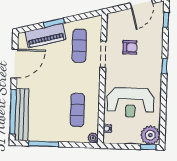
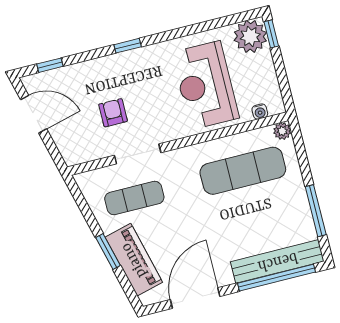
door: (15, 64) -> (195, 298), hinge flipped
reception desk: (130, 103) -> (205, 85), turned 180
exercise mat: (77, 110) -> (243, 171), width x1.36, depth x1.45

